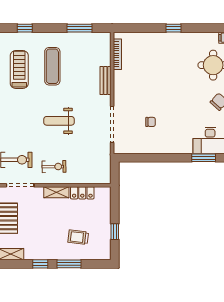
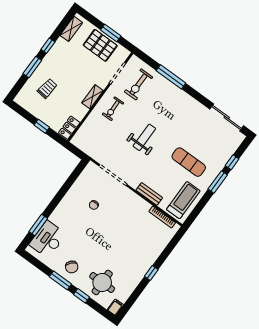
window: (79, 28) -> (218, 182), moved
treadmill: (19, 70) -> (183, 200), moved, turned -90
locker: (82, 193) -> (69, 128), moved
window: (115, 232) -> (42, 126), moved

